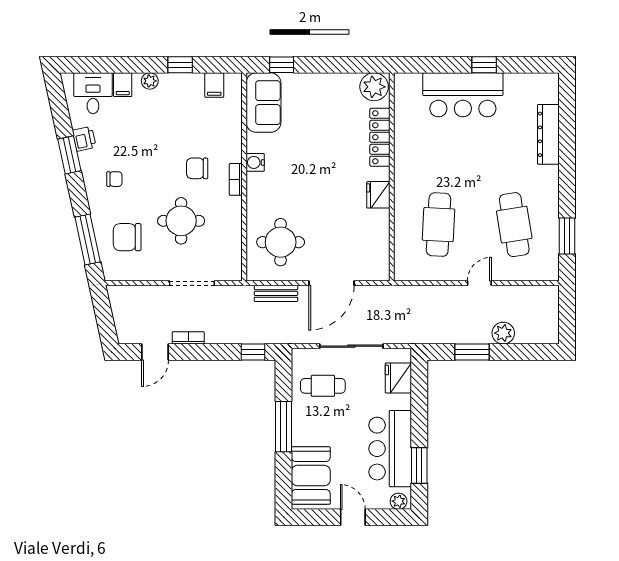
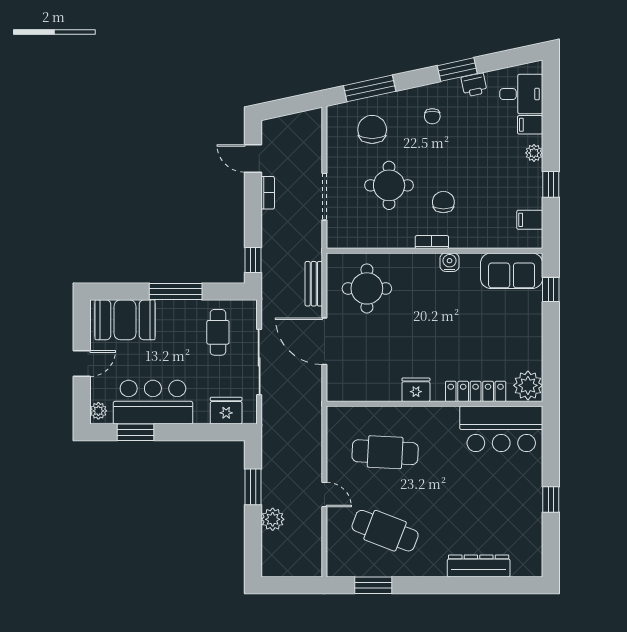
bar counter: (463, 95) -> (501, 429), moved, turned -90
cafe table: (514, 225) -> (385, 531), turned 30

